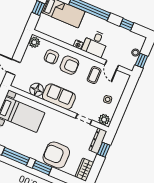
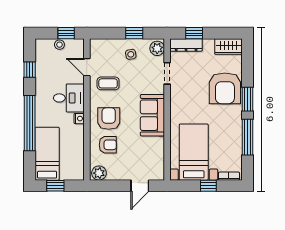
door: (112, 65) -> (87, 67), swing flipped
floor lamp: (37, 90) -> (156, 146), removed
window: (121, 108) -> (134, 33), added

